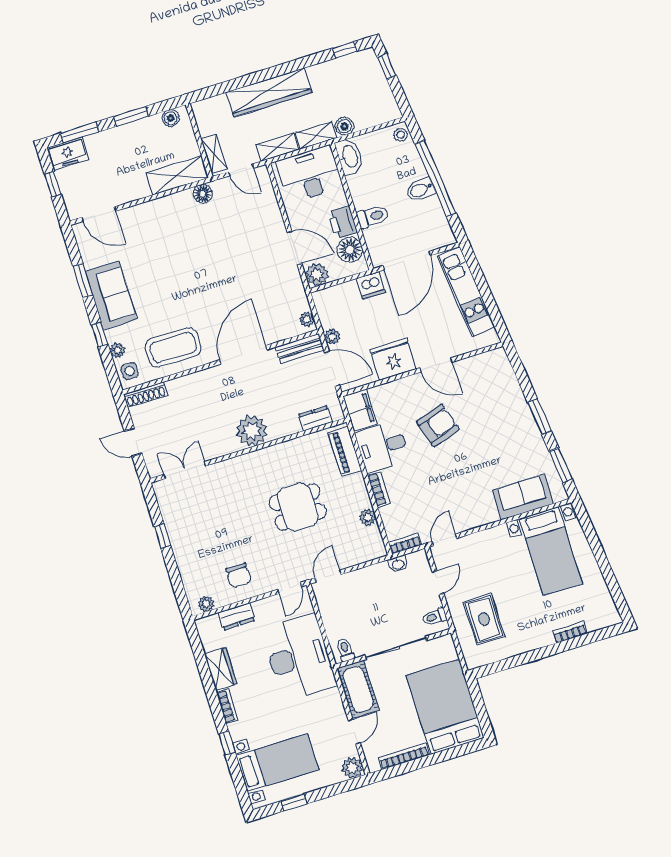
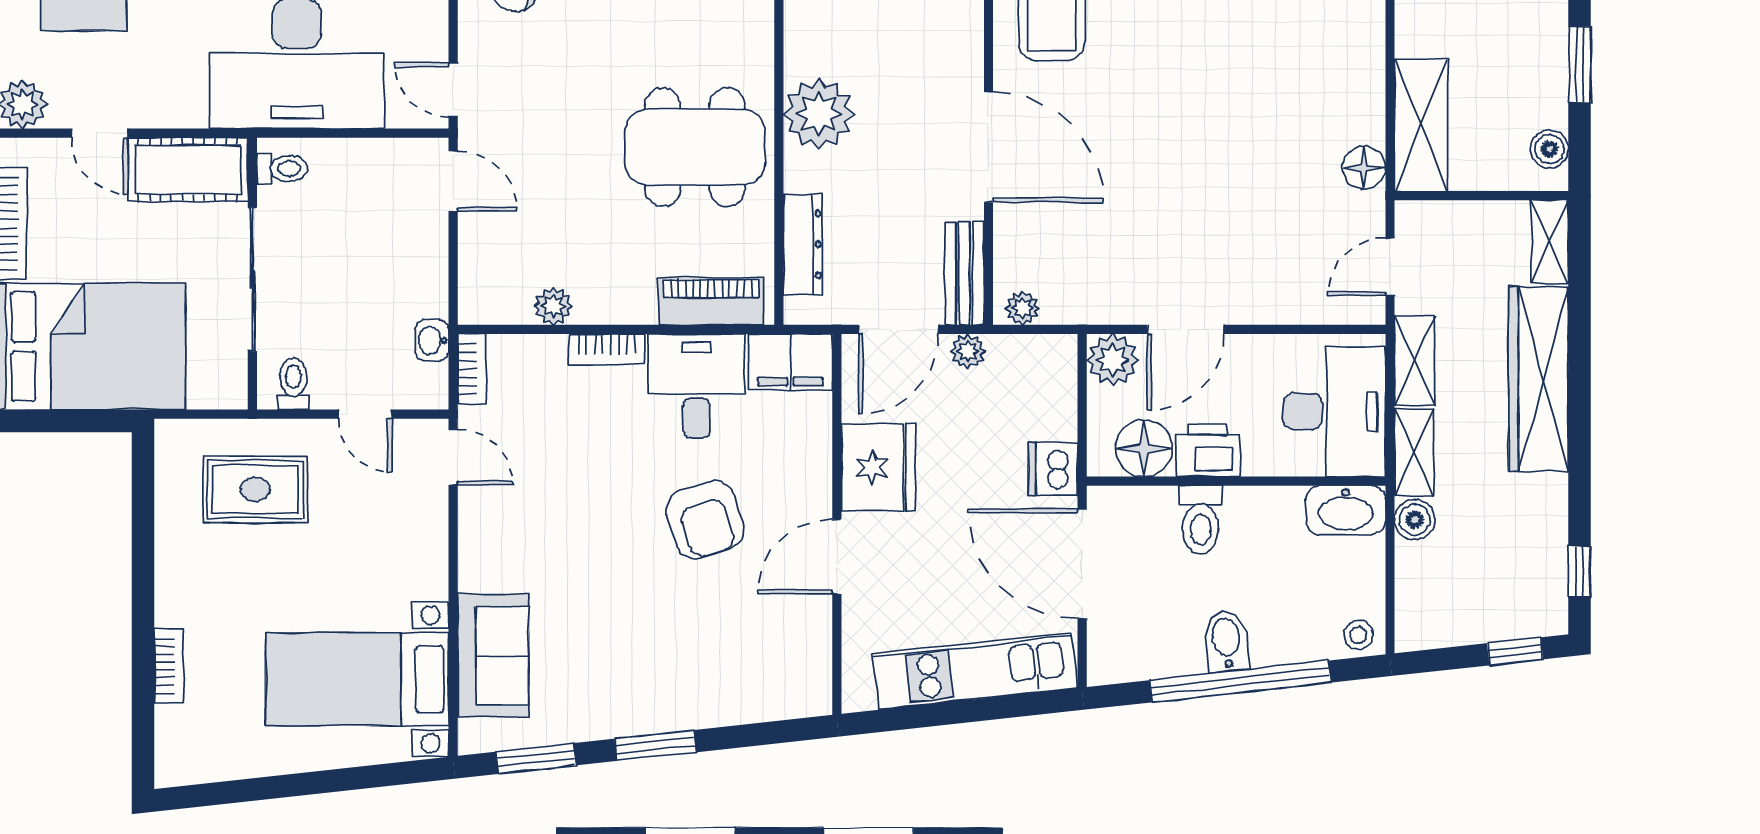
shelving: (214, 154) -> (1550, 242), moved, turned 90
dresser: (315, 418) -> (803, 244), width x1.44
dining table: (298, 507) -> (695, 147), moved, width x1.38

